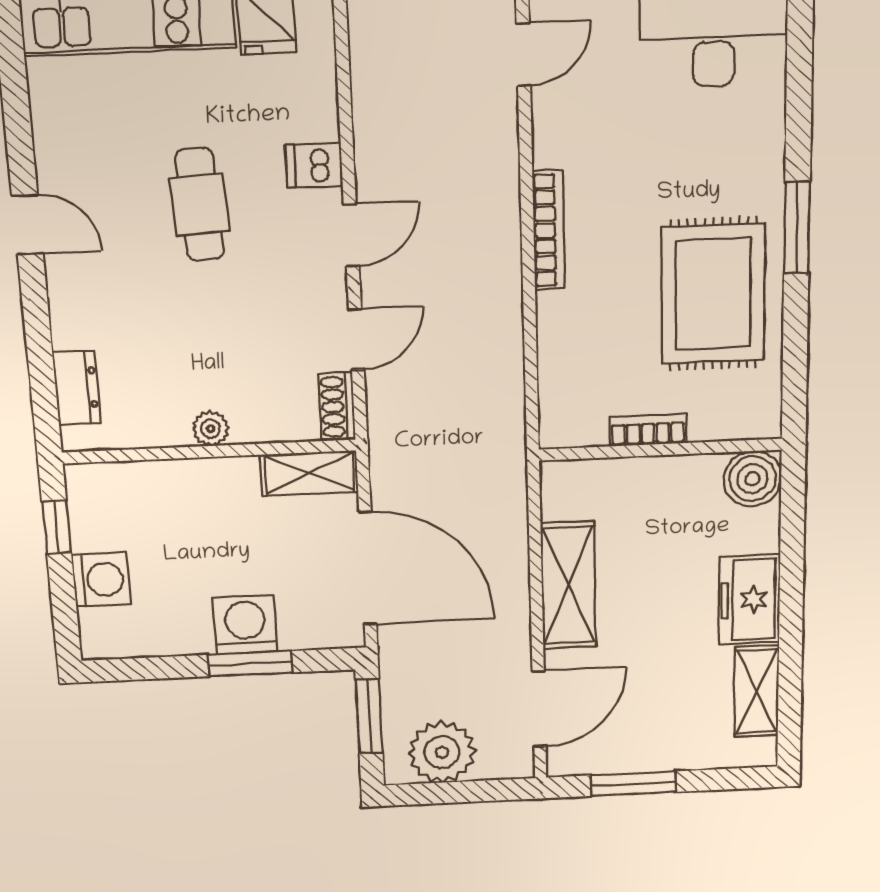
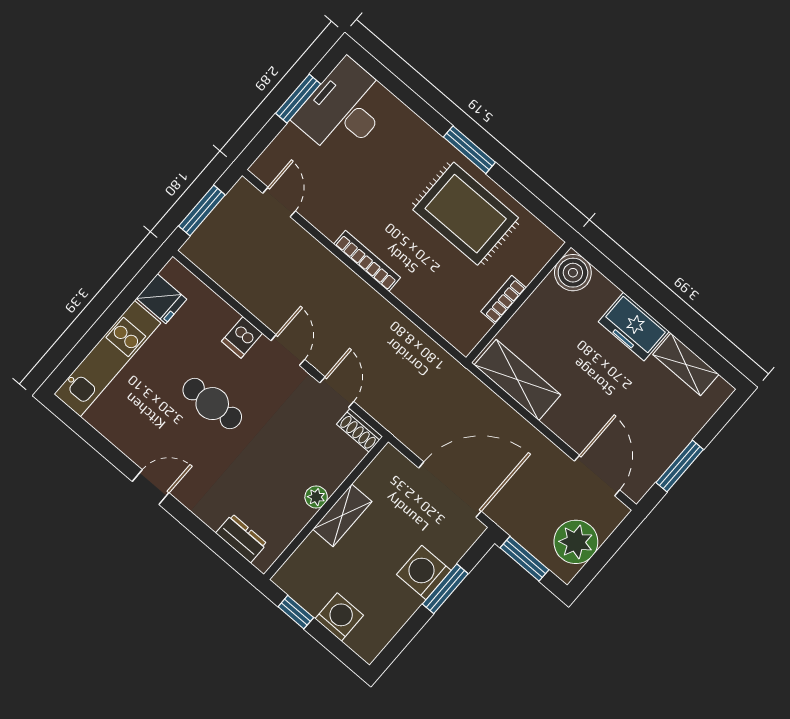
shelving: (309, 473) -> (342, 515), moved
shelving: (568, 585) -> (517, 380), moved

